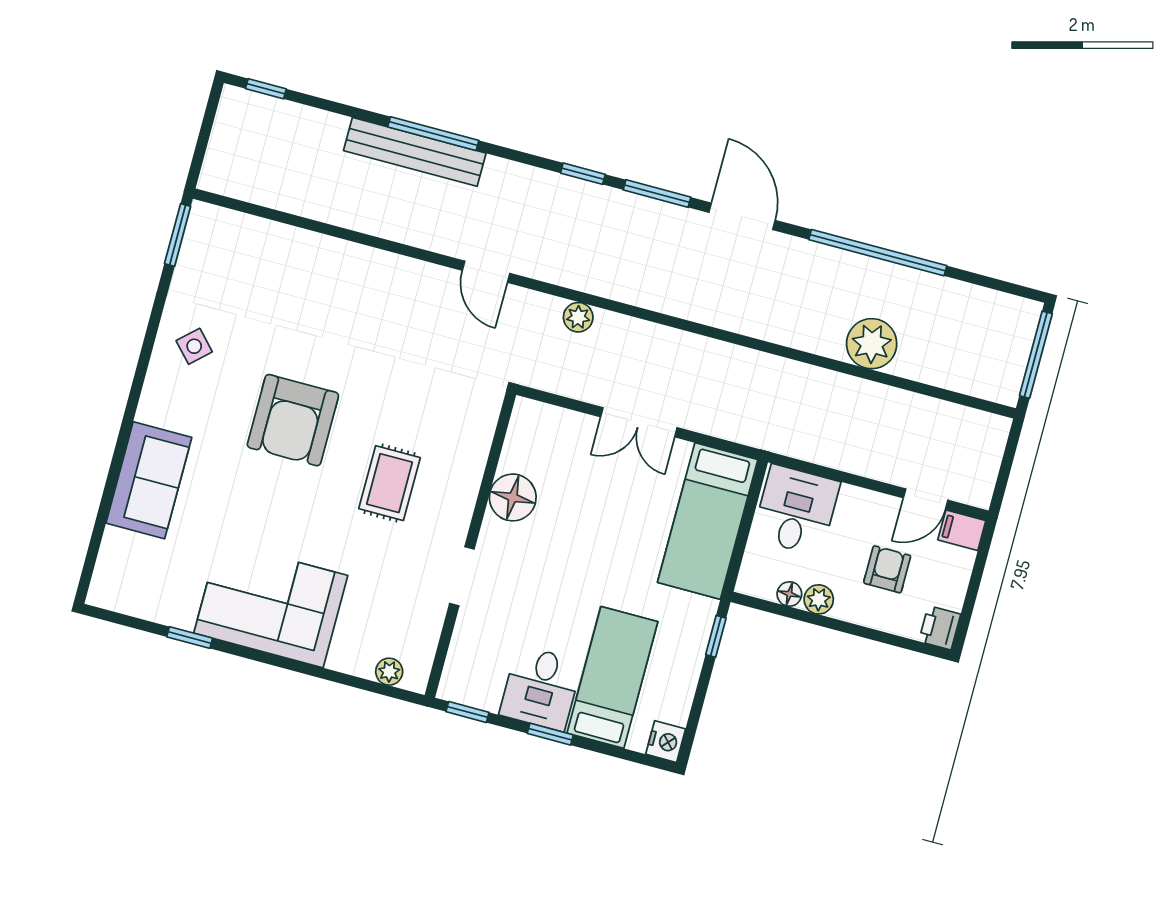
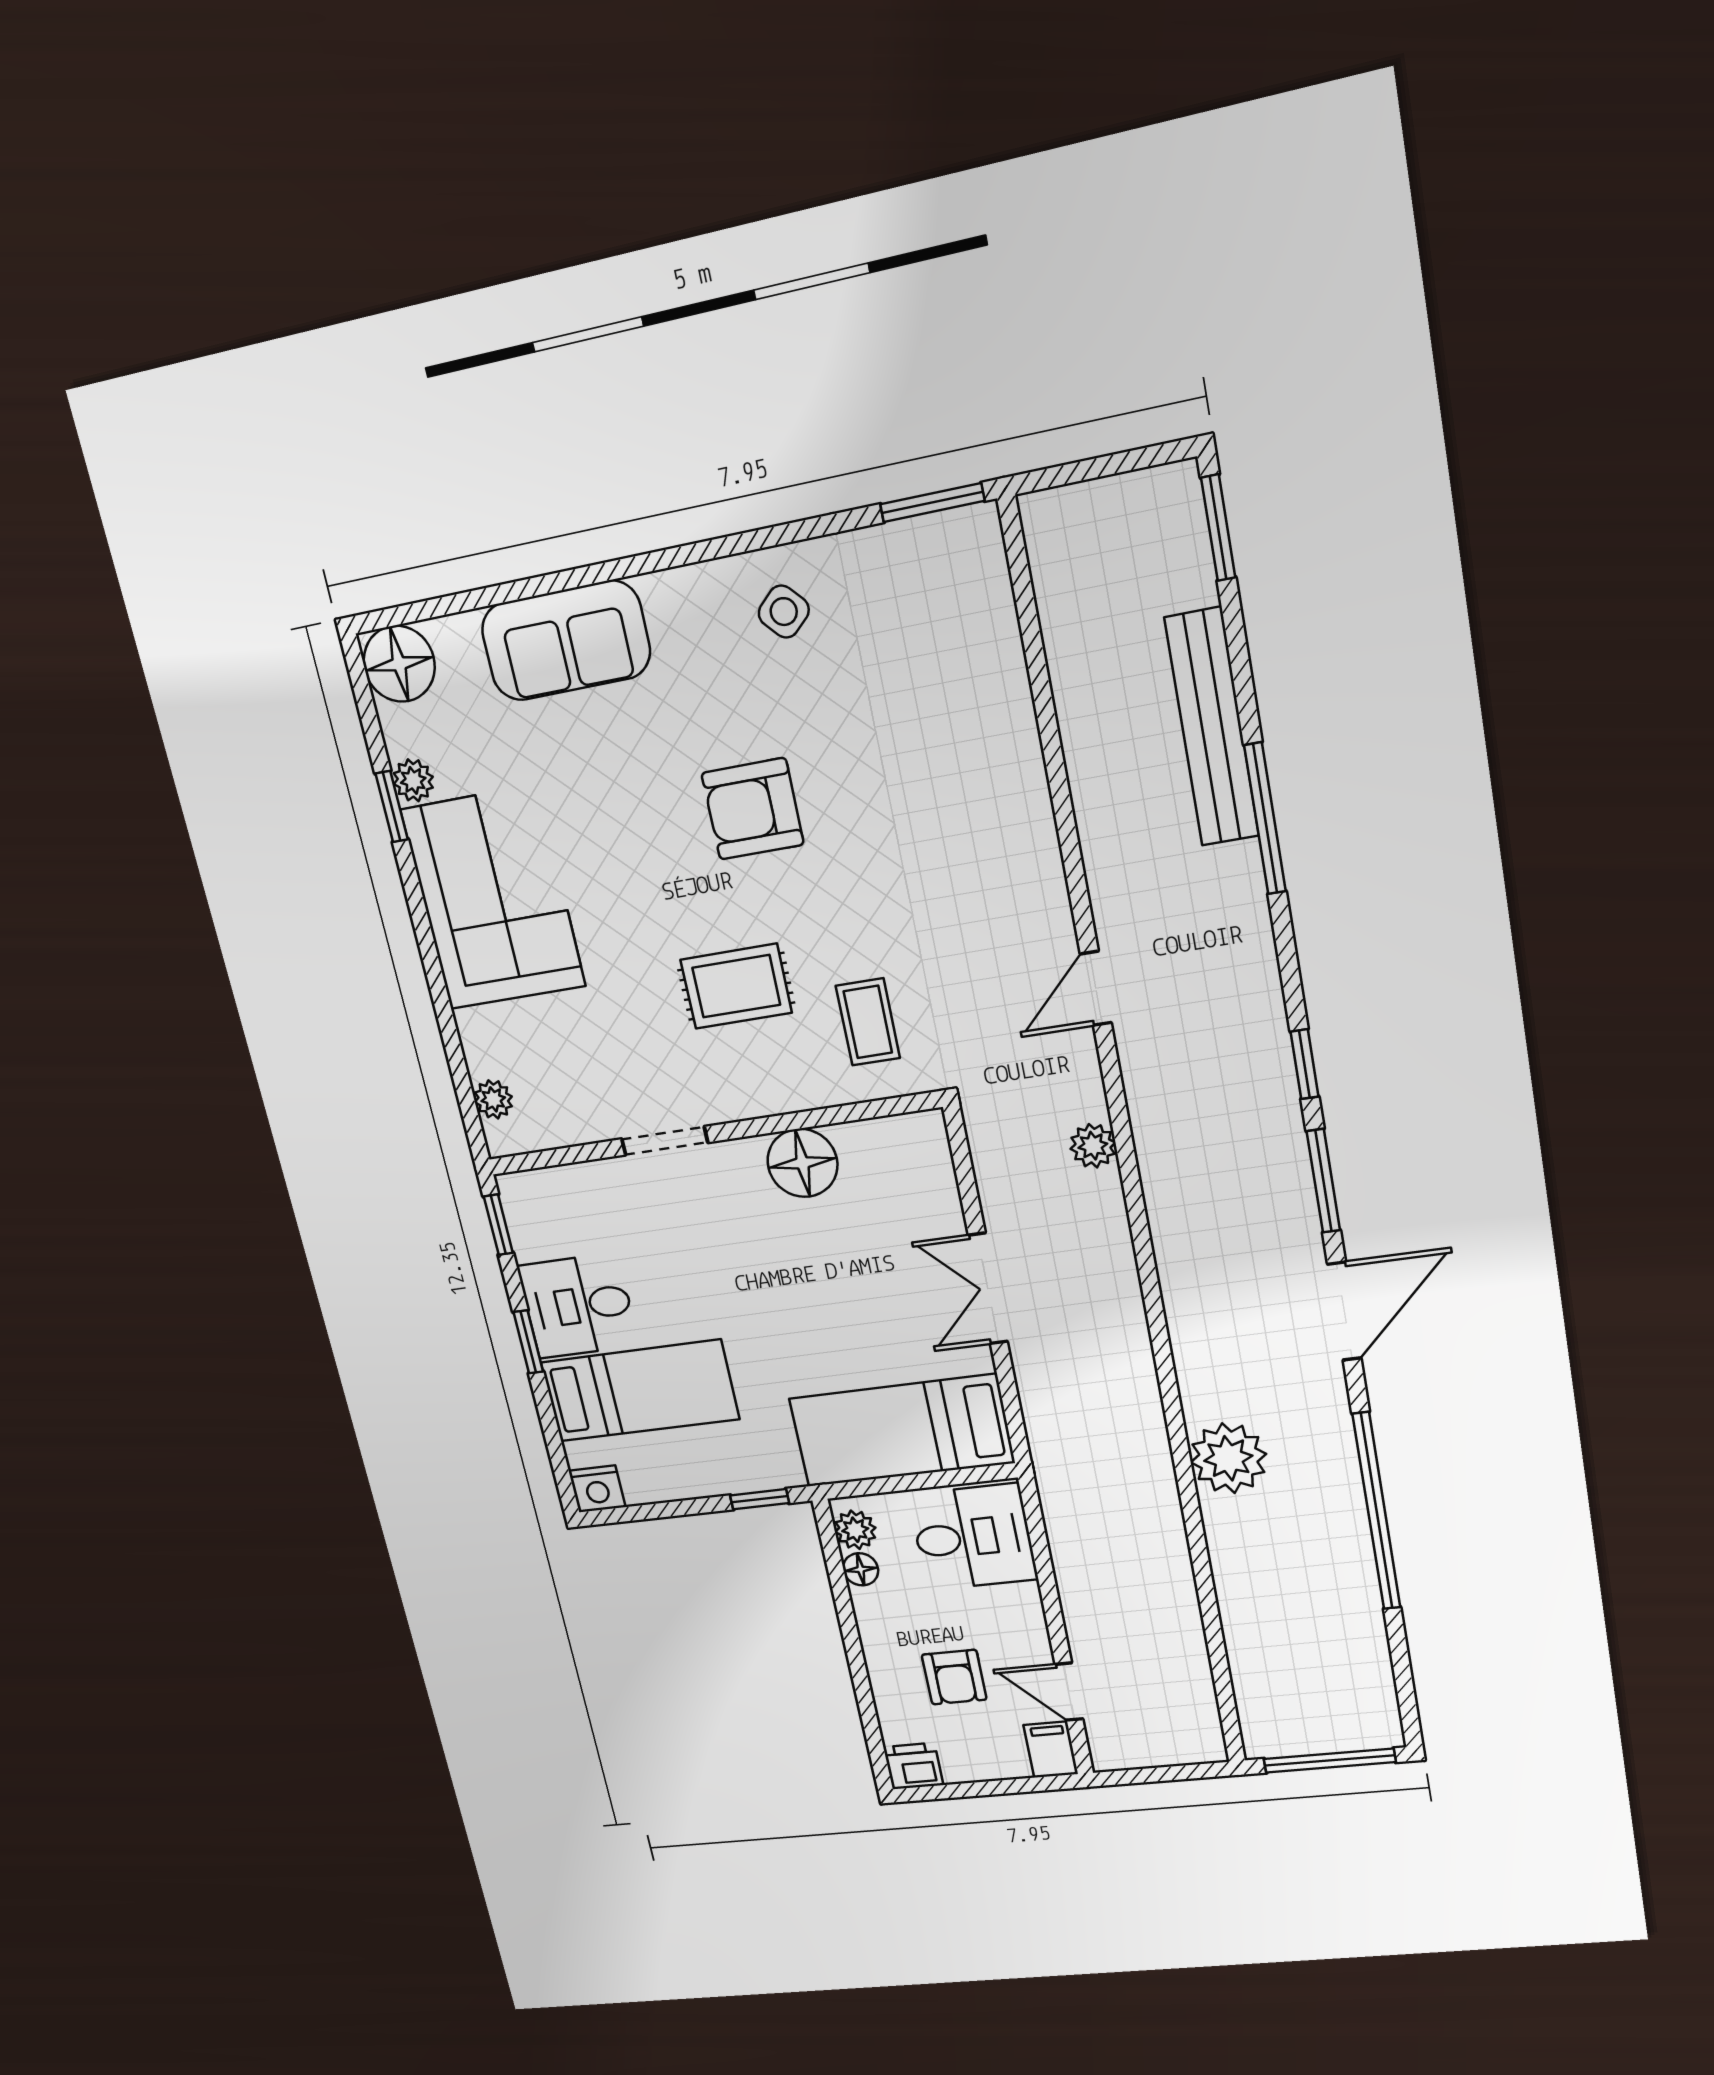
window: (266, 89) -> (1218, 528), width x1.50
bench: (415, 152) -> (1212, 727), moved
plant: (872, 344) -> (1228, 1458), moved
coffee table: (446, 415) -> (868, 1022), added
armchair: (293, 420) -> (753, 809), width x0.73, depth x0.73
armchair: (887, 569) -> (954, 1677), turned 90
floor lamp: (113, 587) -> (399, 664), added
plant: (819, 599) -> (855, 1530), moved
plant: (181, 616) -> (413, 780), added

